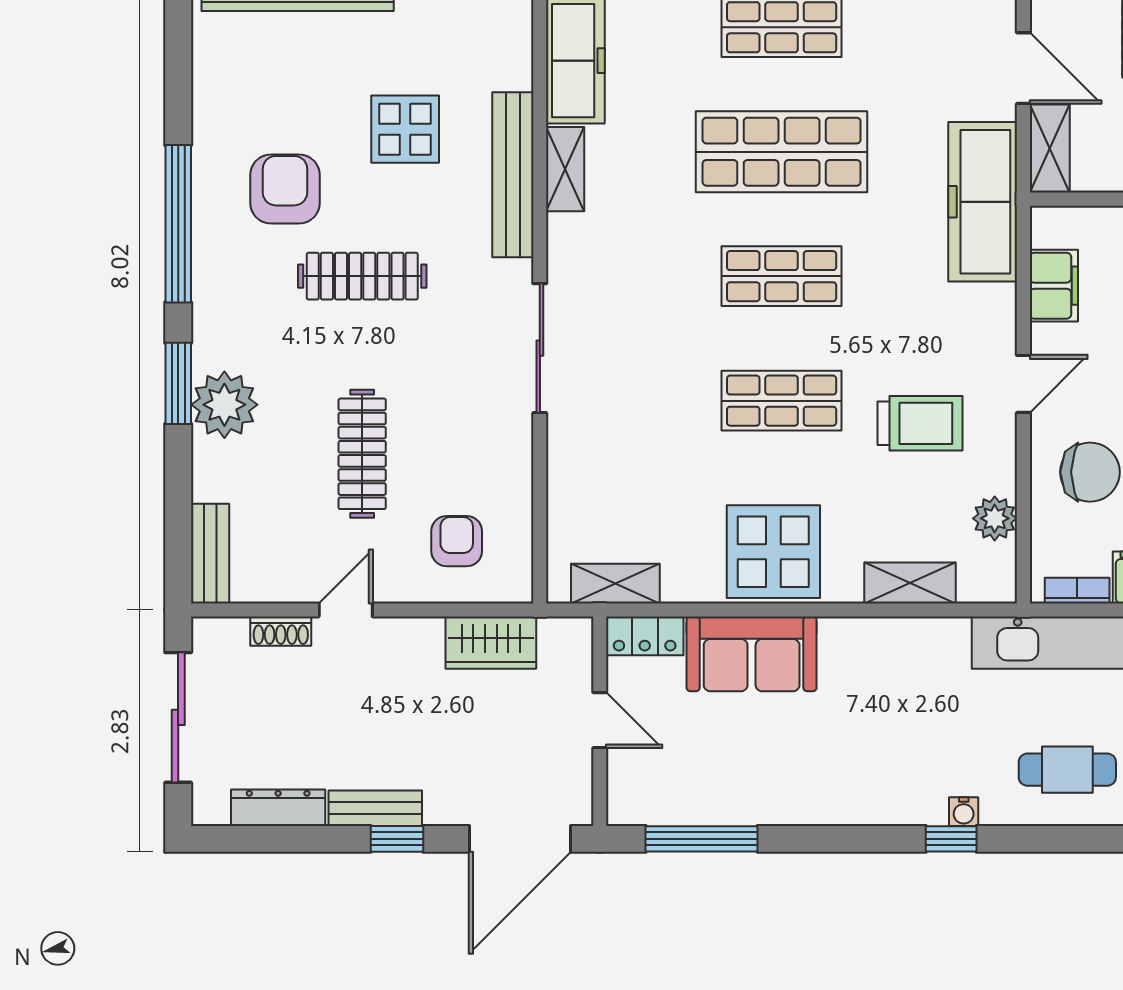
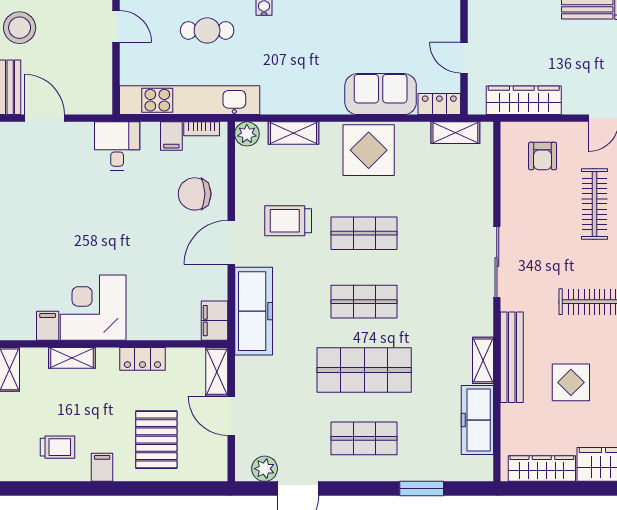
freezer: (983, 202) -> (254, 311), moved
filing cabinet: (1054, 286) -> (215, 321), moved
door: (1023, 384) -> (231, 242), width x1.38
plant: (995, 518) -> (247, 134), moved
wardrobe: (491, 643) -> (524, 100), width x1.50

